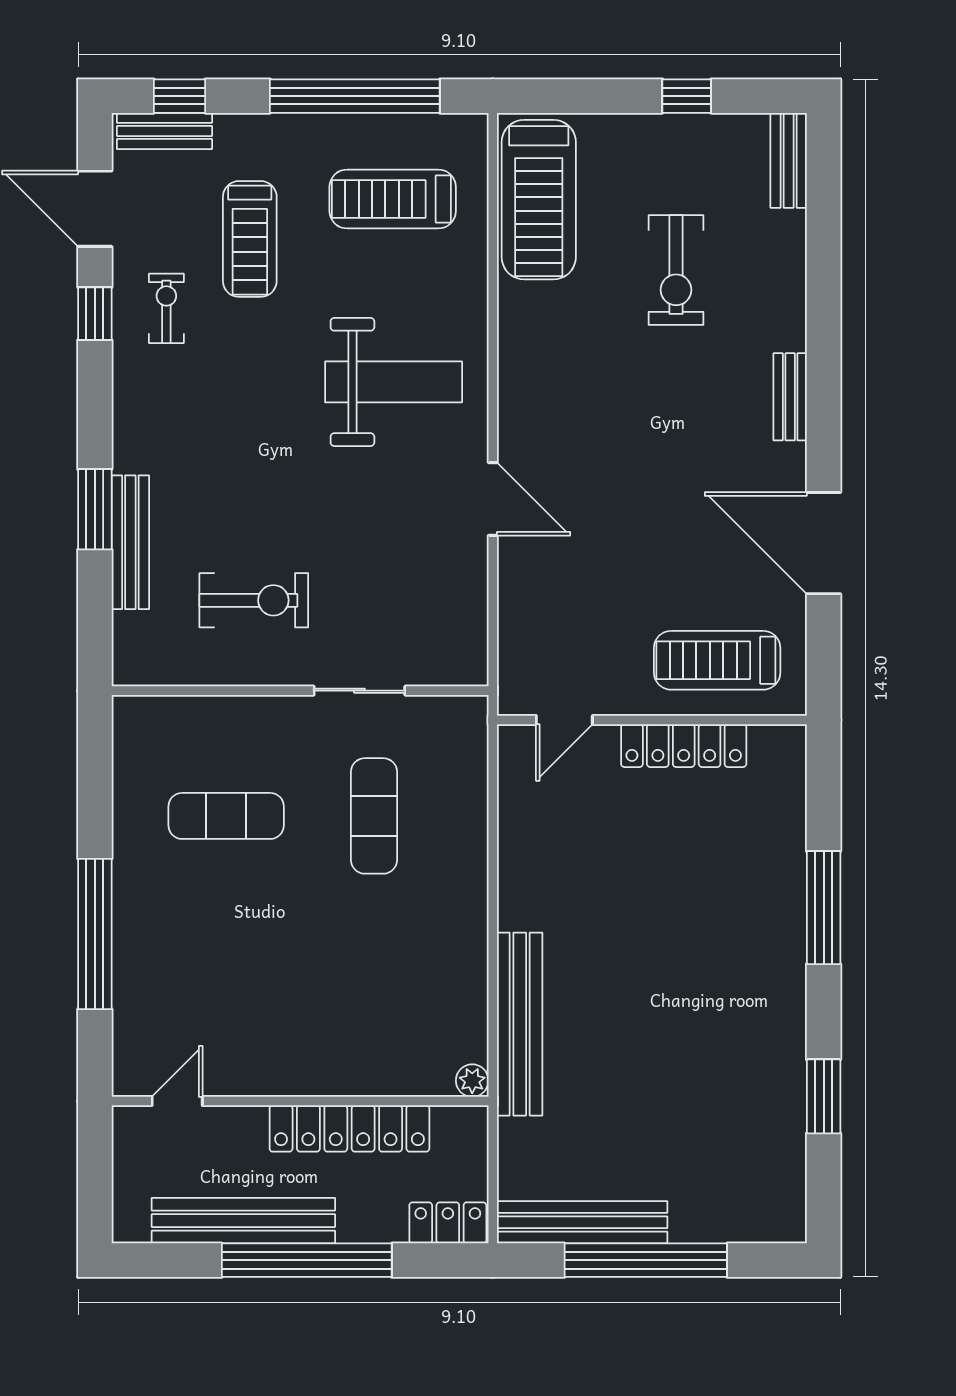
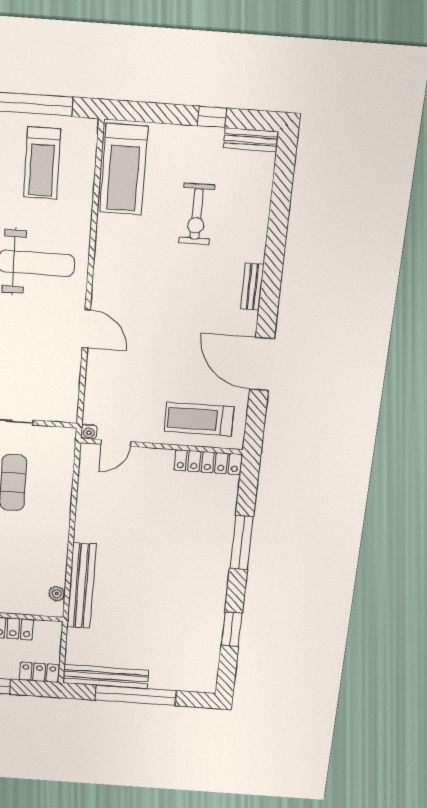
bench: (789, 160) -> (251, 140), moved, turned 90
treadmill: (393, 199) -> (42, 163), turned -90
water cooler: (512, 701) -> (89, 432), added
locker: (684, 746) -> (208, 462), moved
plant: (472, 1081) -> (57, 594), moved

